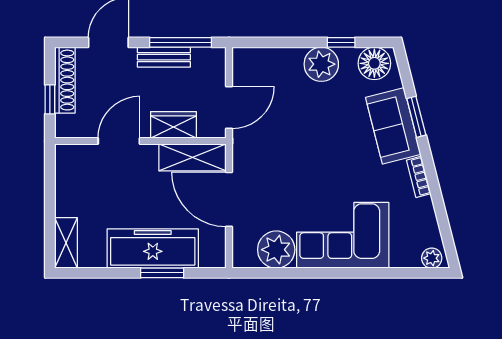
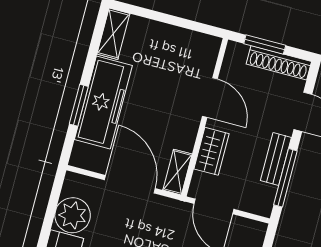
window: (50, 99) -> (265, 44), width x1.50
shelving: (192, 157) -> (178, 172), width x0.67, depth x0.75
door: (229, 199) -> (130, 184), hinge flipped
shelving: (66, 243) -> (113, 34), moved, turned 90

